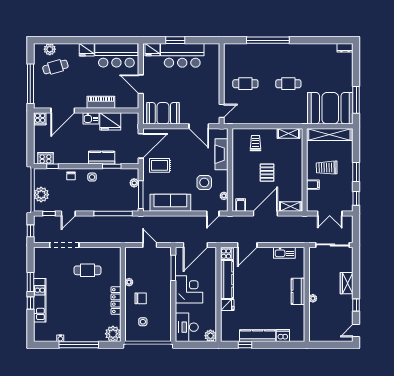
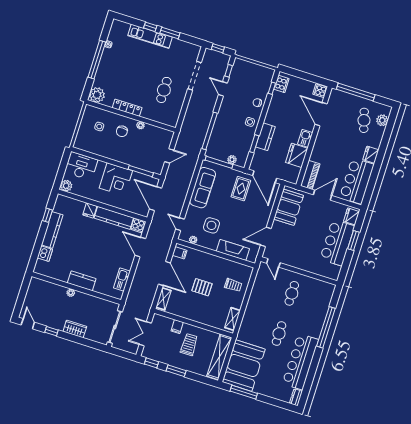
bar counter: (309, 54) -> (300, 362), added
piano: (101, 102) -> (310, 175), moved
plant: (41, 195) -> (249, 69), removed

